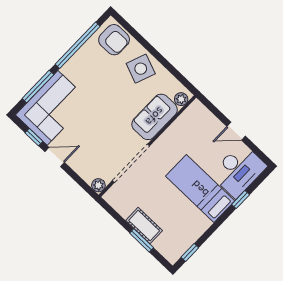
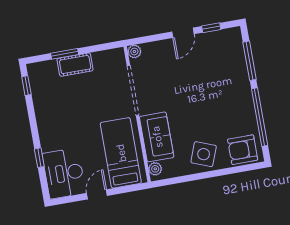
corner sofa: (53, 108) -> (224, 60), removed
bed: (200, 189) -> (121, 153), moved, turned -90

